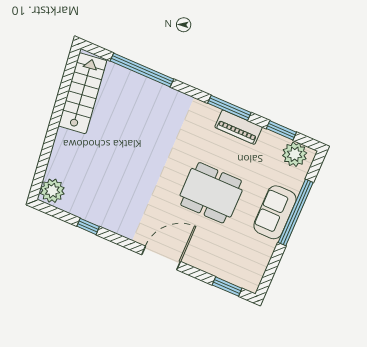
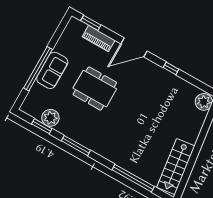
piano: (239, 127) -> (99, 38), moved, turned 180
plant: (295, 154) -> (50, 118), moved
window: (88, 226) -> (171, 68), moved

